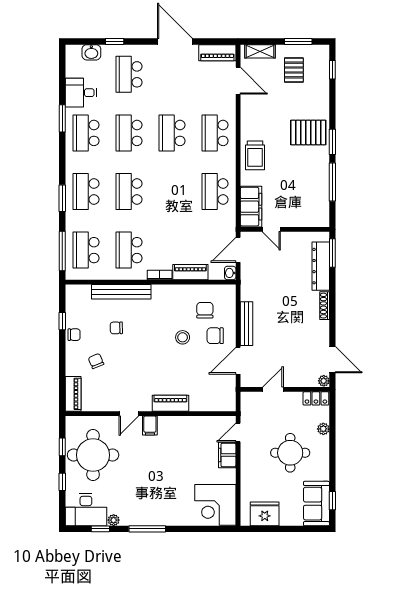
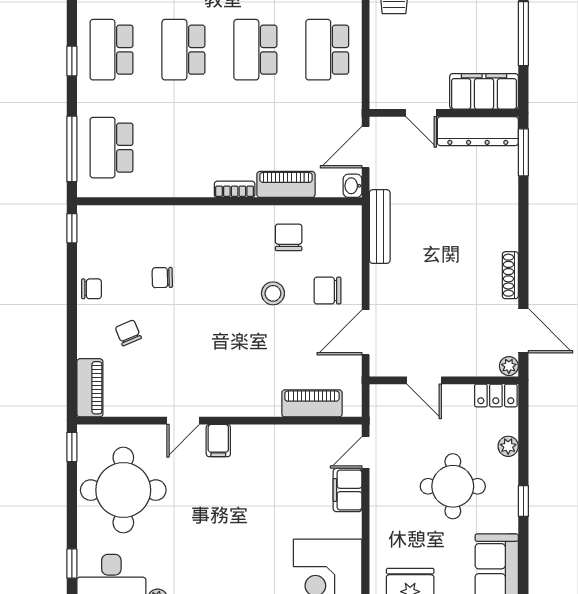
window: (62, 198) -> (72, 61), width x0.67
filing cabinet: (251, 207) -> (484, 91), moved, turned -90
school desk: (129, 250) -> (255, 50), moved
dresser: (321, 266) -> (478, 131), moved, turned -90
bench: (121, 292) -> (171, 217), removed
shoe rack: (325, 306) -> (510, 275), moved
chair: (205, 310) -> (289, 237), moved
window: (62, 321) -> (72, 228), moved
bench: (246, 324) -> (380, 227), moved
door: (273, 389) -> (424, 380), swing flipped
piano: (170, 403) -> (312, 403), moved
window: (62, 447) -> (72, 447), moved
window: (62, 482) -> (72, 564), moved
window: (332, 501) -> (523, 501), moved

